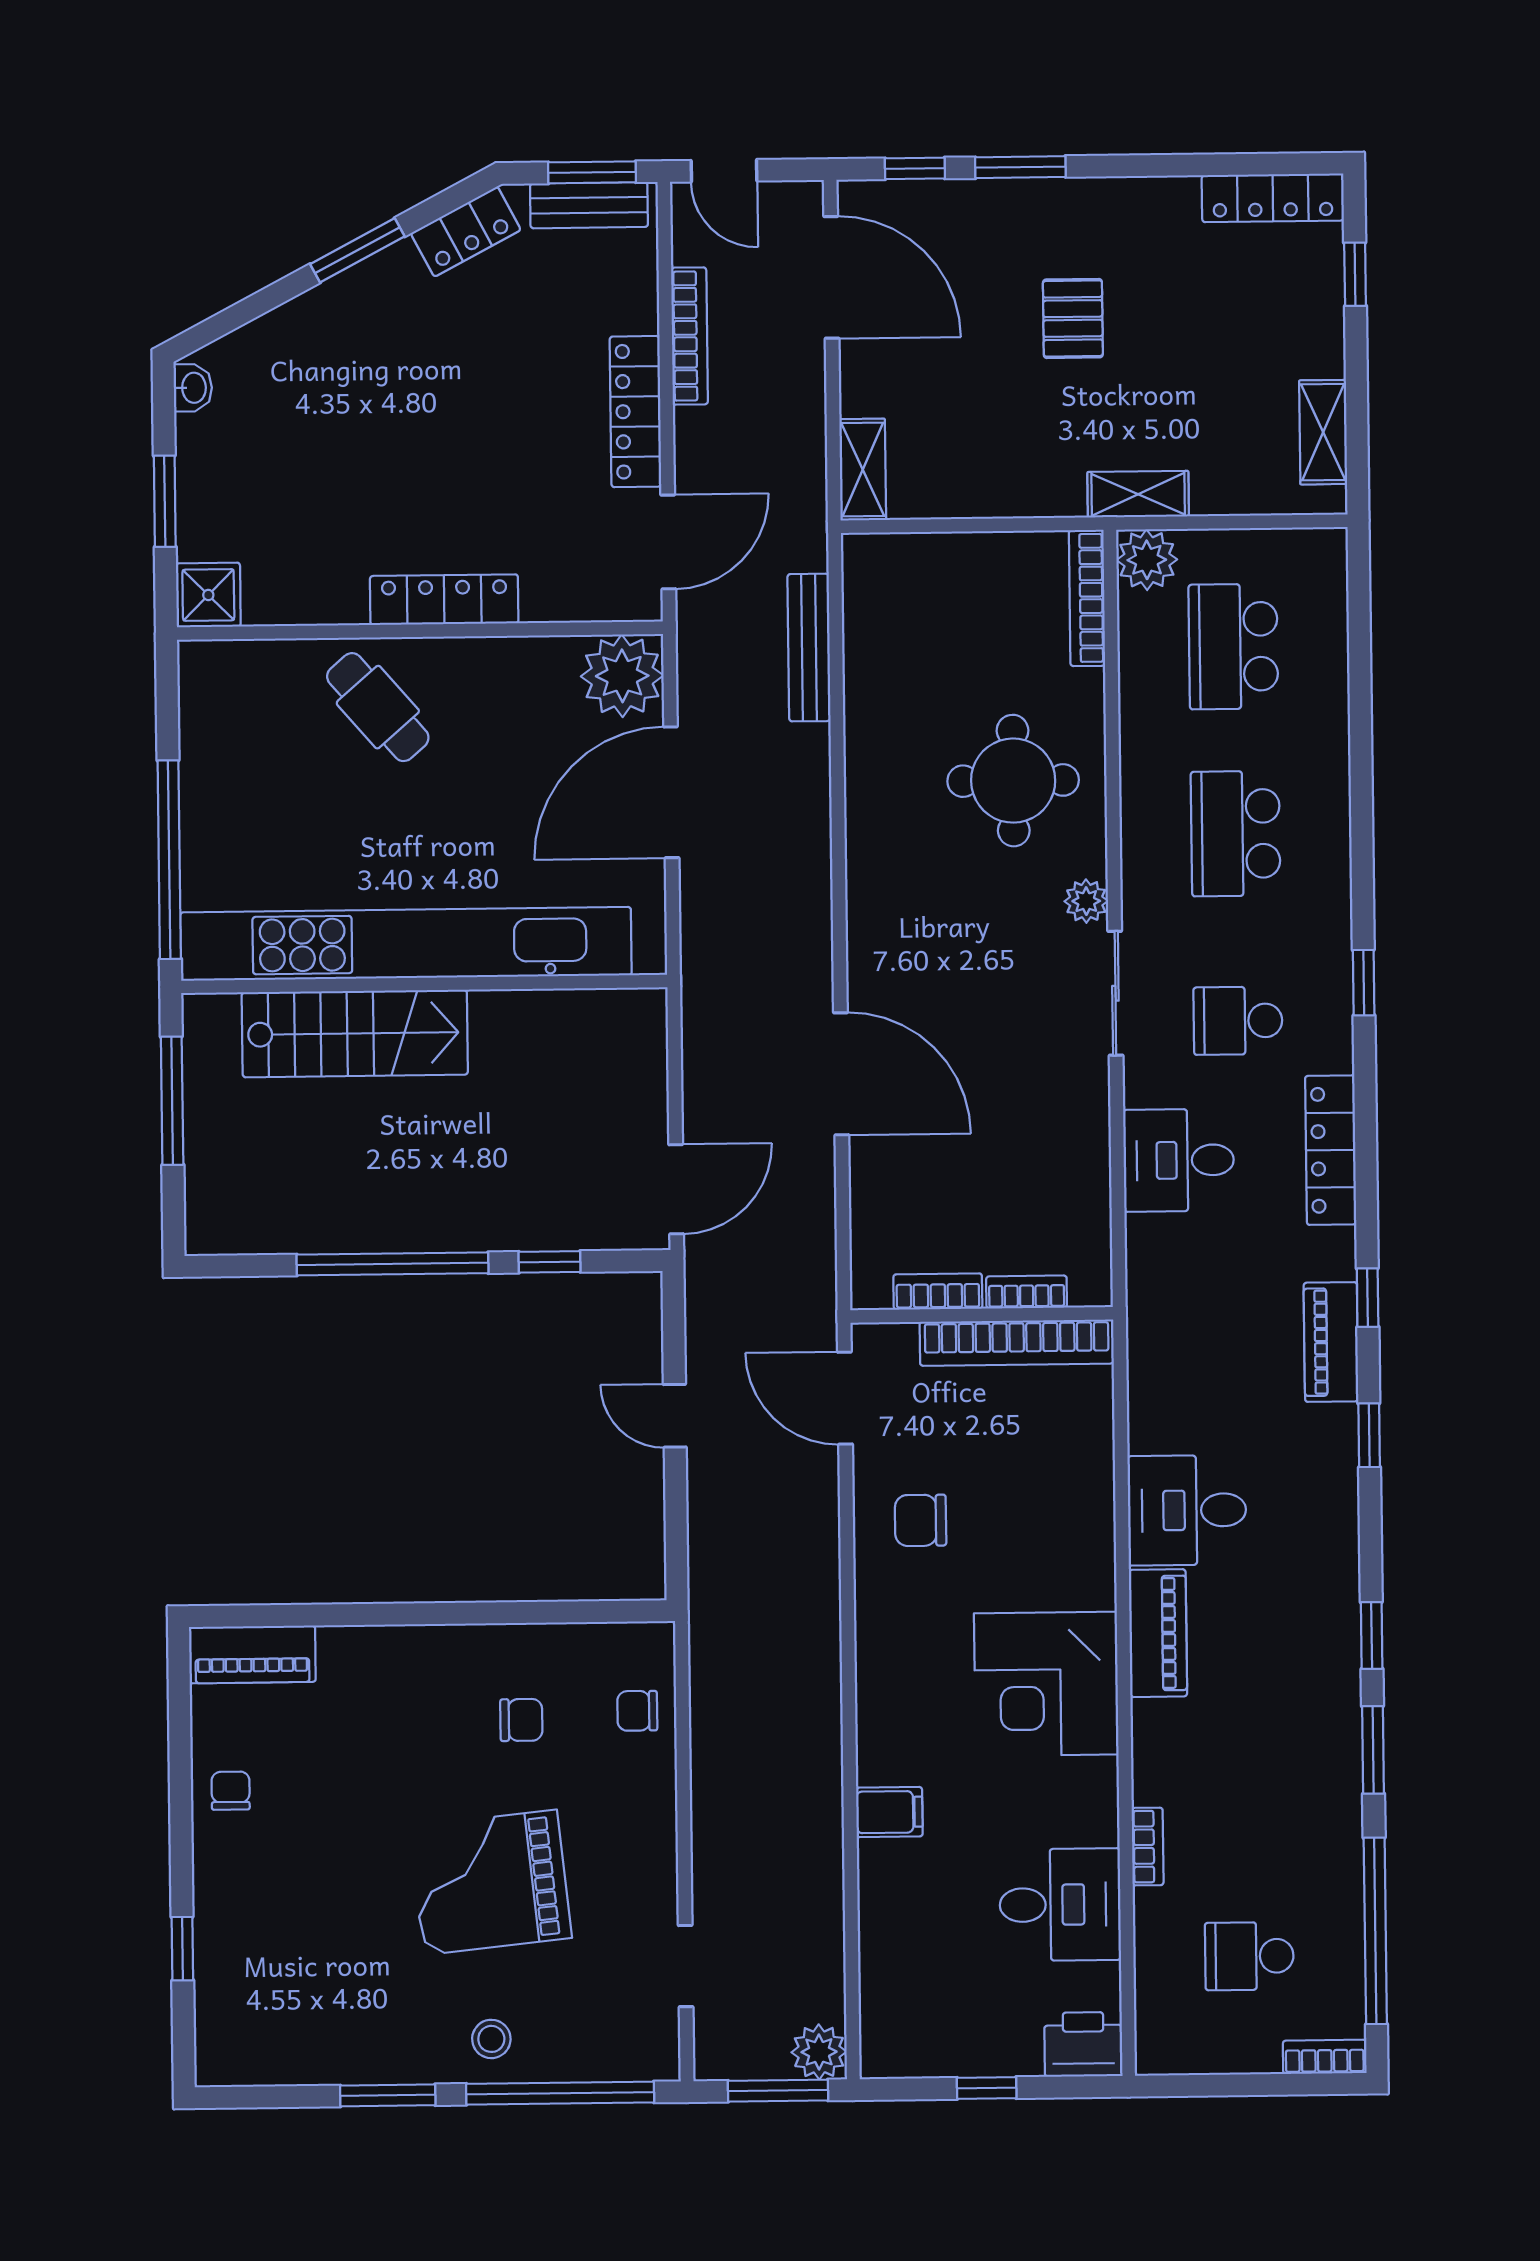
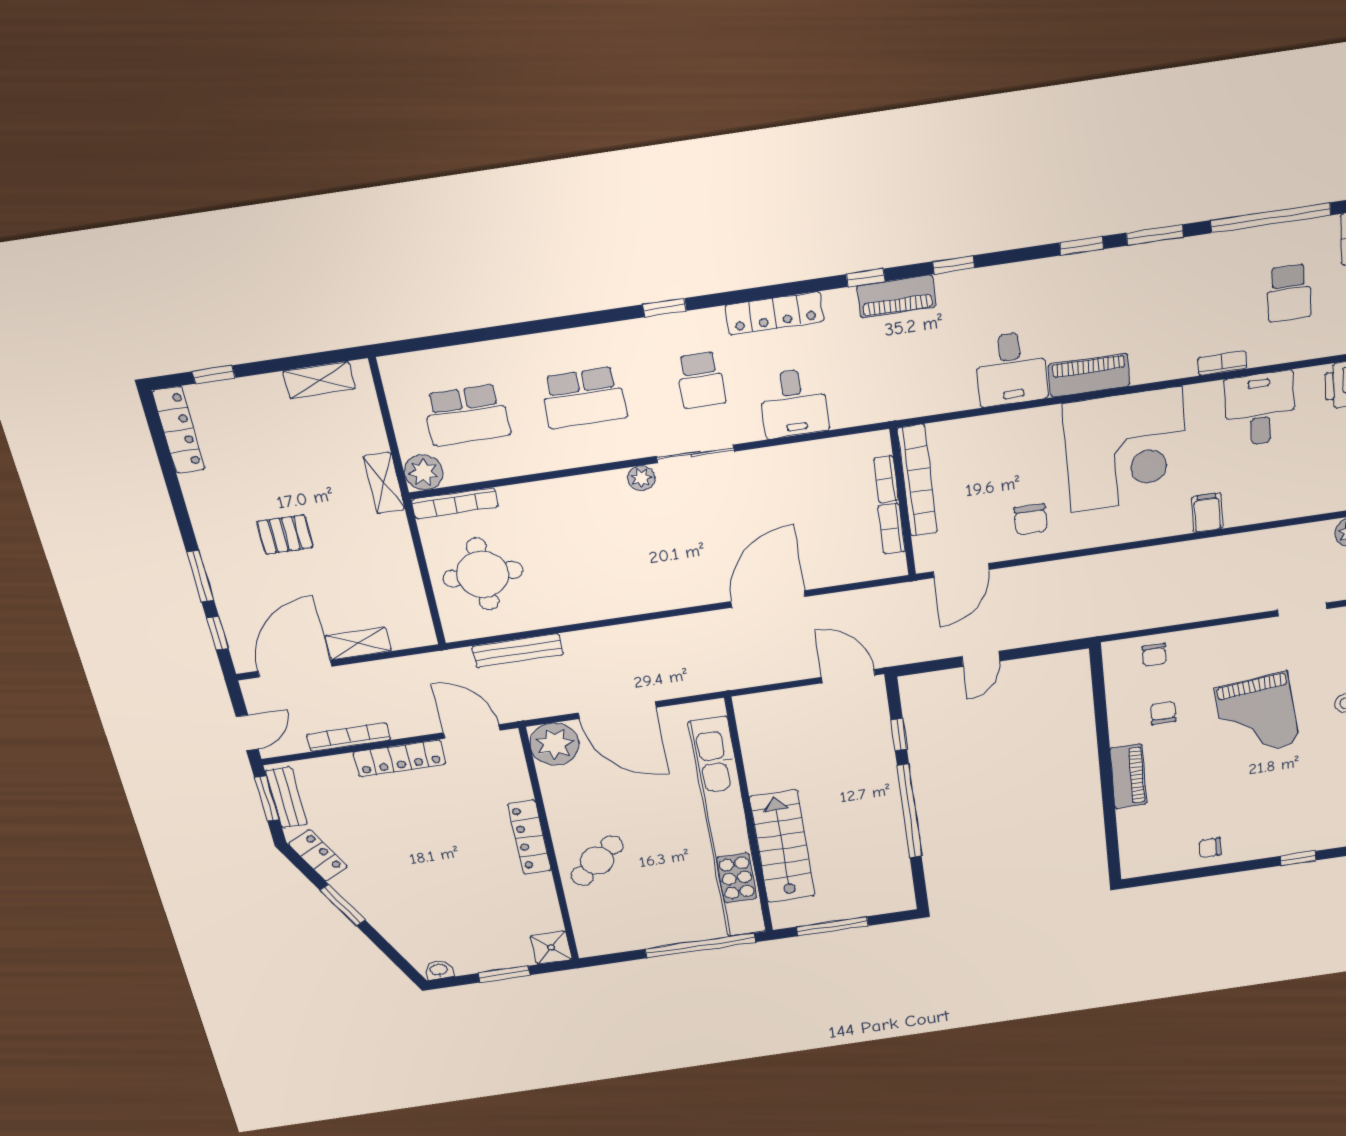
shelving: (863, 470) -> (358, 643), moved
round table: (1013, 781) -> (483, 574), moved
piano: (252, 1654) -> (1128, 776), moved
corner desk: (1046, 1684) -> (1126, 450), width x1.36, depth x1.36

